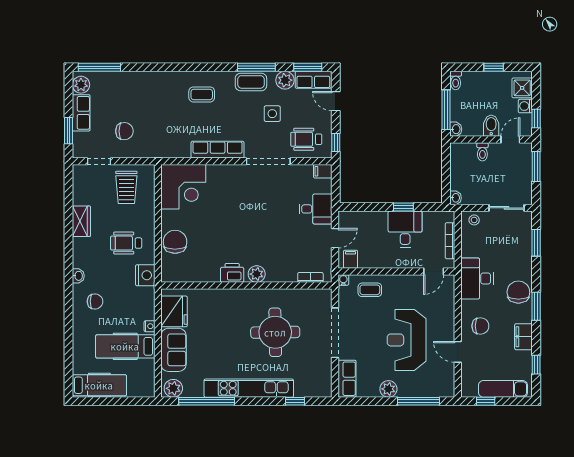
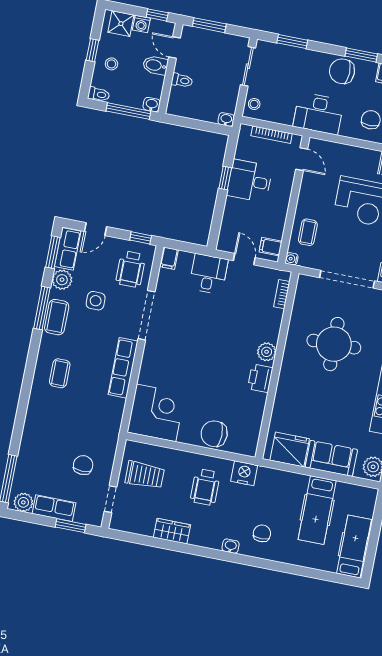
stool: (485, 87) -> (111, 64), added
nightstand: (149, 326) -> (300, 479), removed

